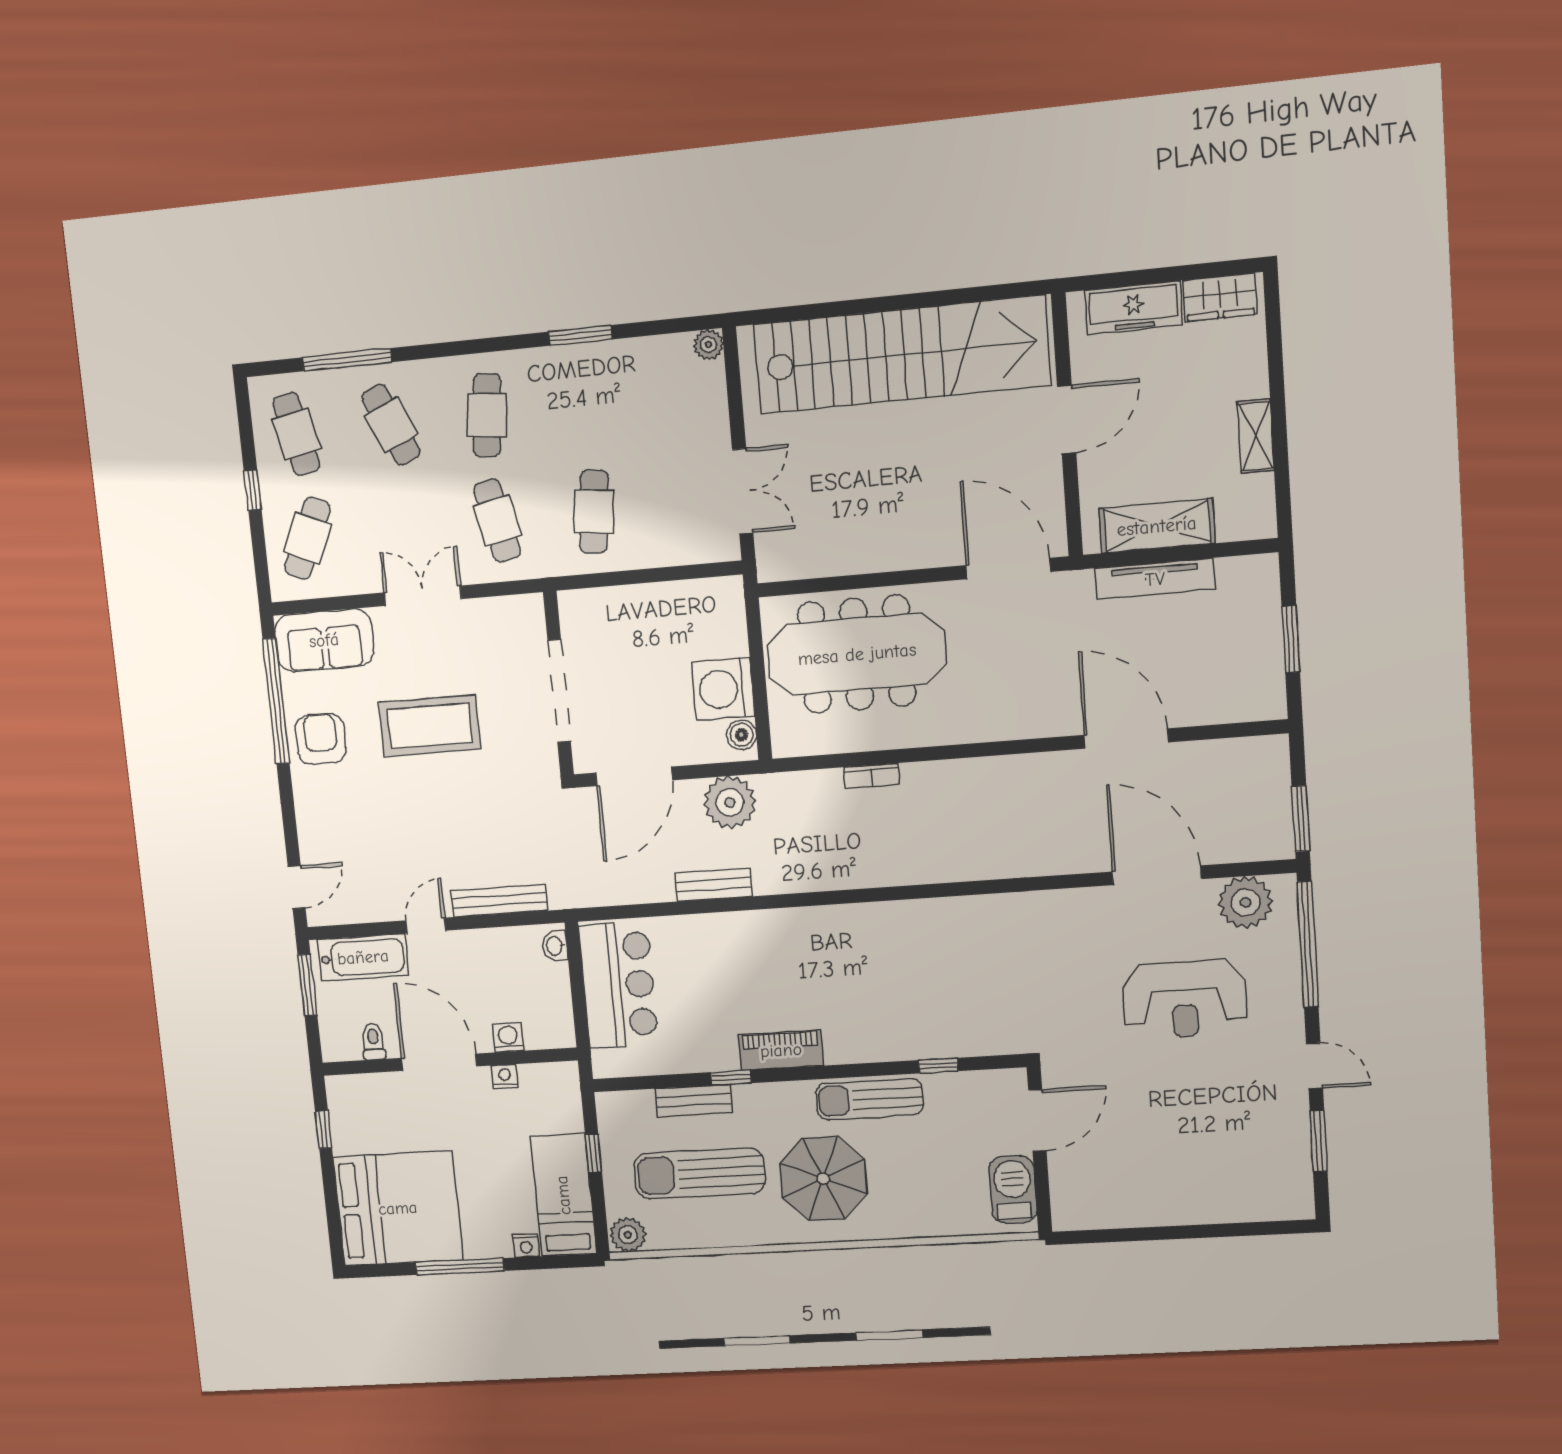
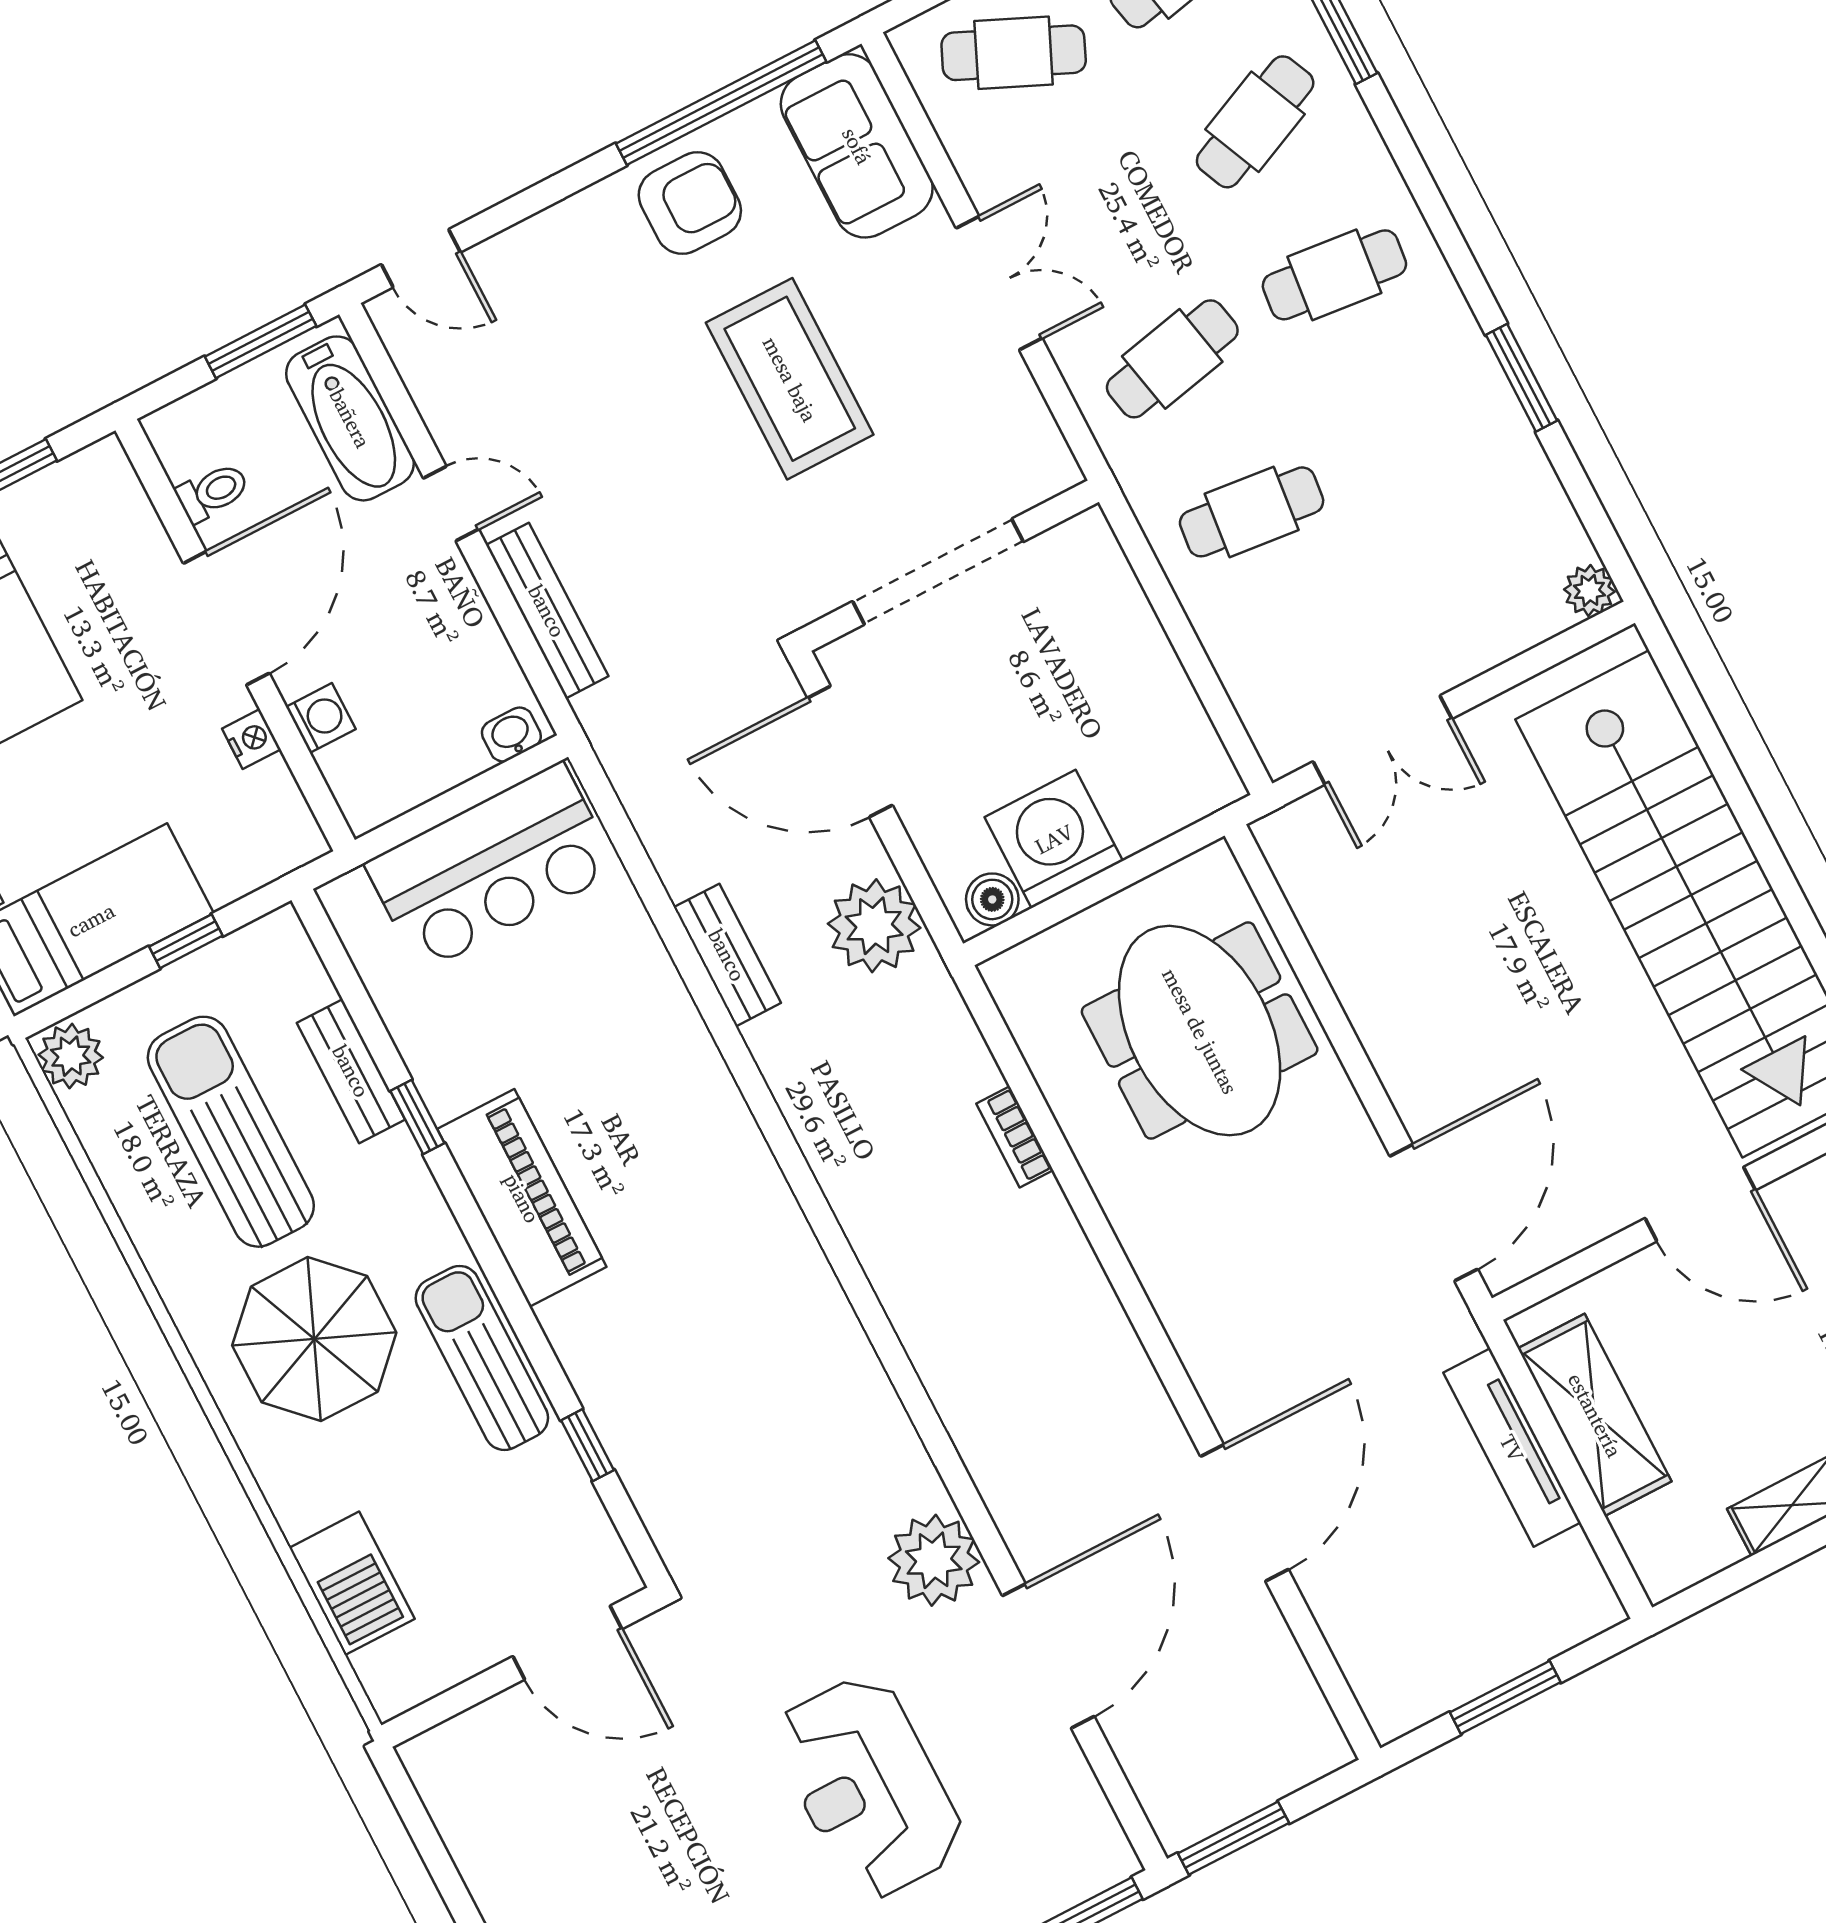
meeting table: (857, 654) -> (1200, 1031), width x0.73
plant: (1245, 903) -> (934, 1560), moved
piano: (781, 1050) -> (522, 1198), width x1.37, depth x1.33
barbecue: (1013, 1190) -> (352, 1583), moved, turned 90

